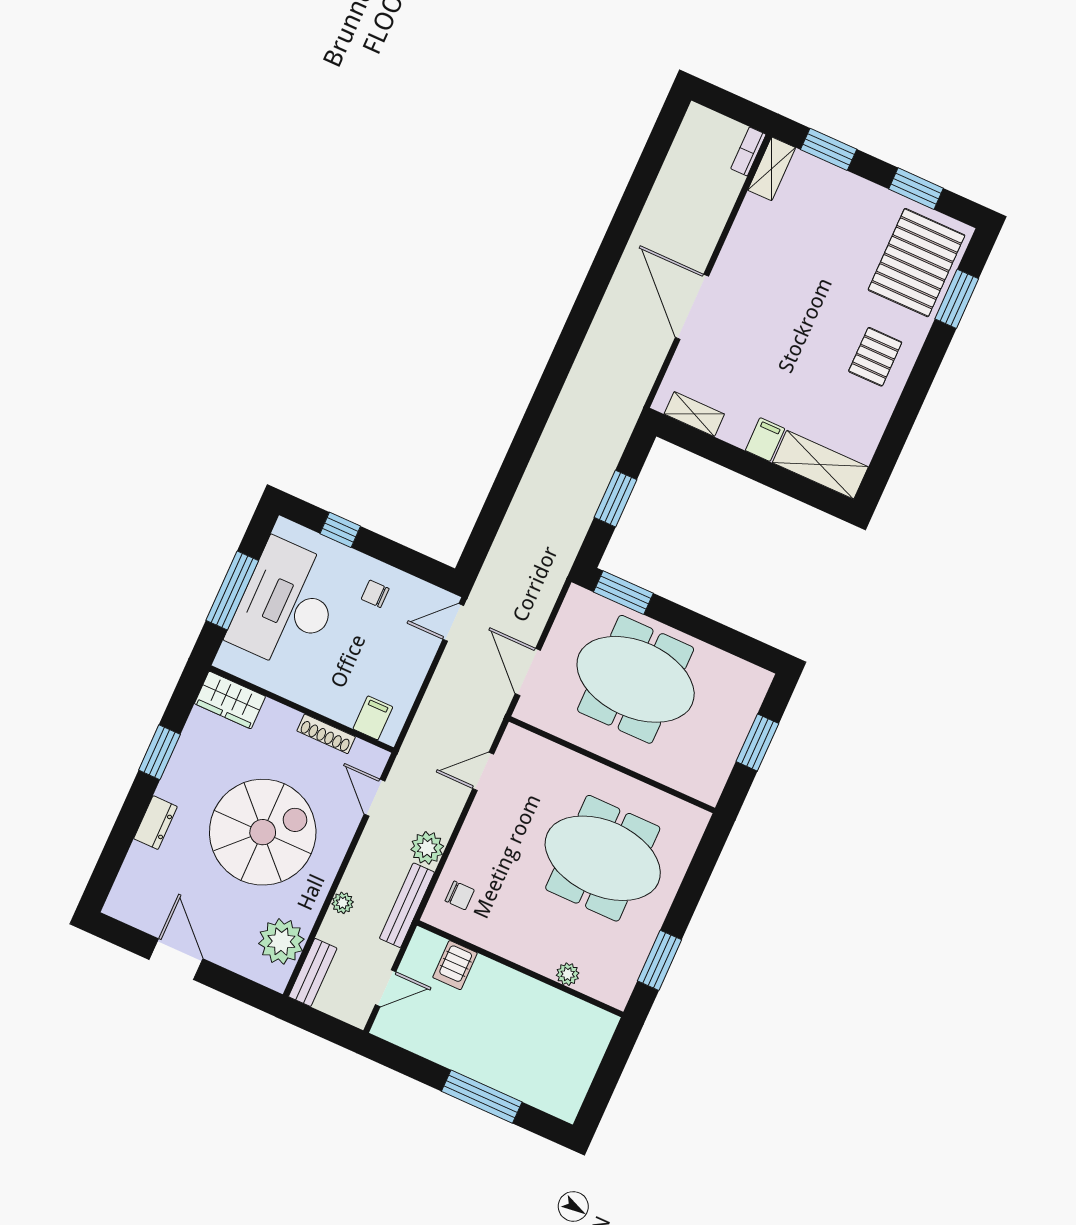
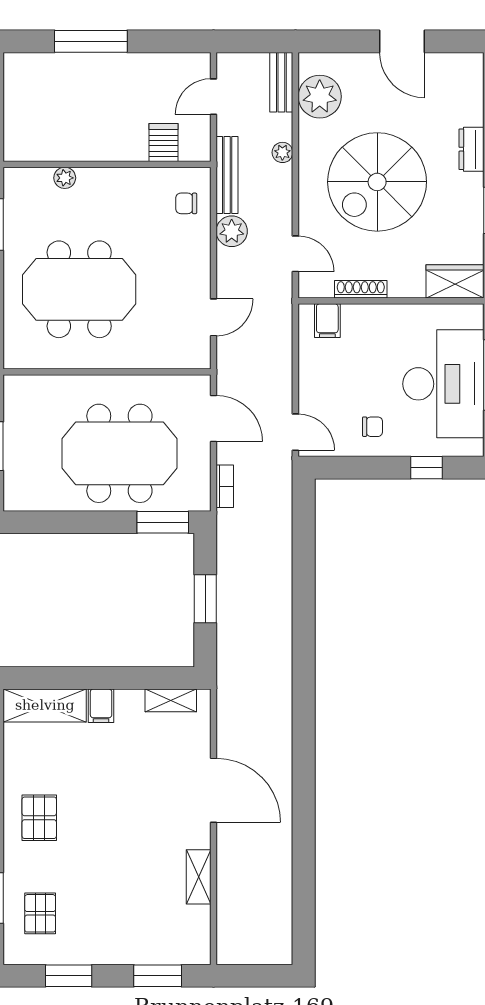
bookcase: (748, 151) -> (225, 486), moved
shelving: (772, 169) -> (199, 877), moved
pallet: (916, 263) -> (40, 913), width x0.49, depth x0.50
door: (453, 622) -> (295, 432), hinge flipped

